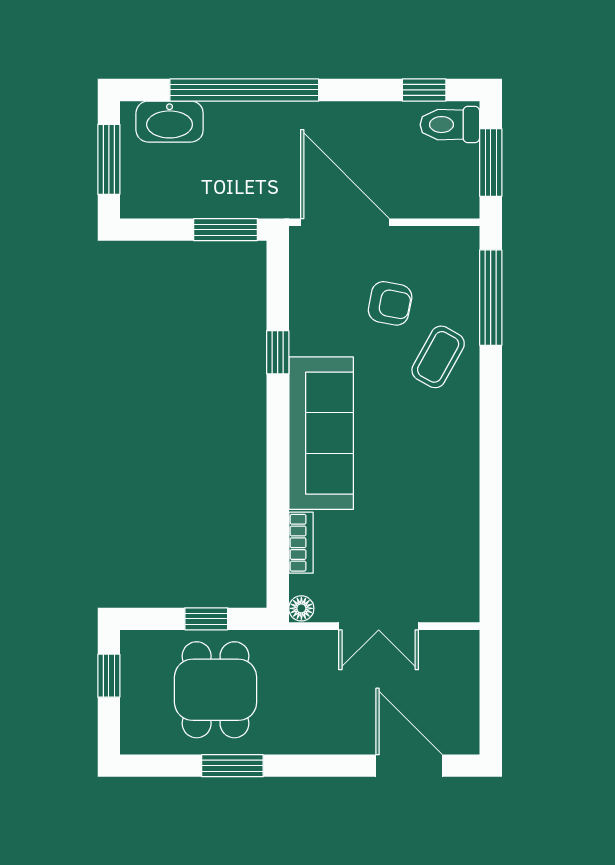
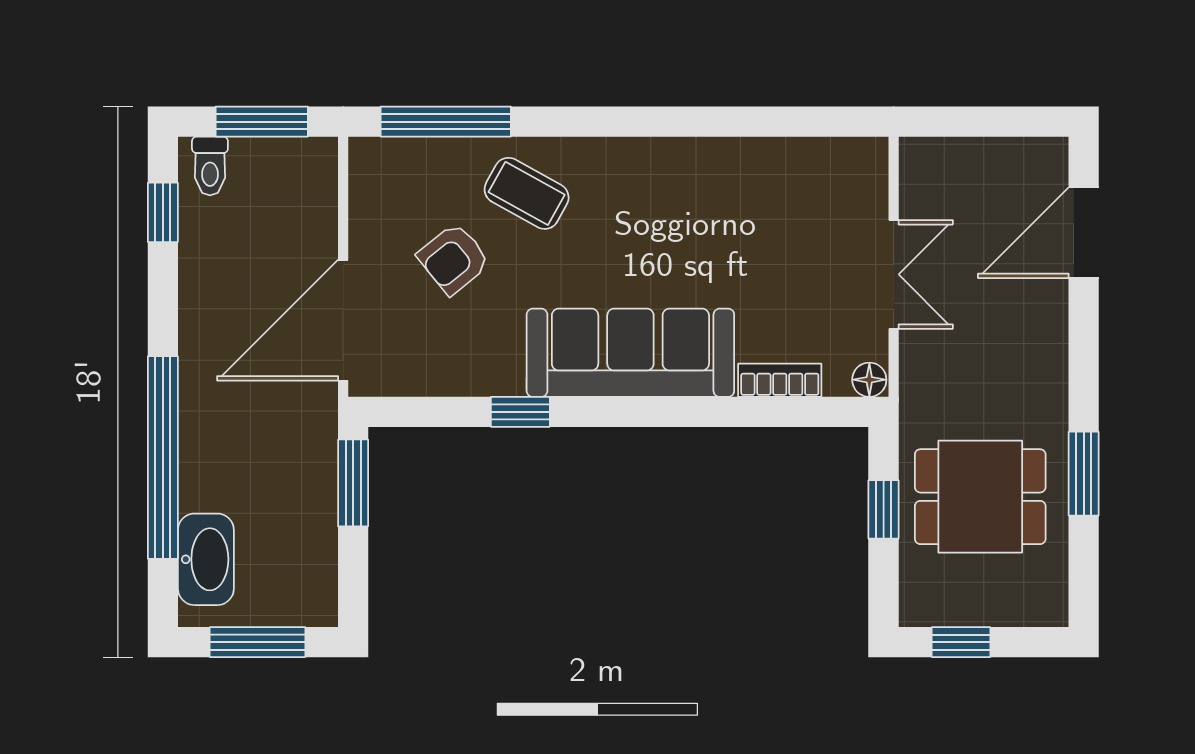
toilet: (450, 125) -> (210, 166), width x0.73, depth x0.72
armchair: (390, 303) -> (454, 259), turned -140

